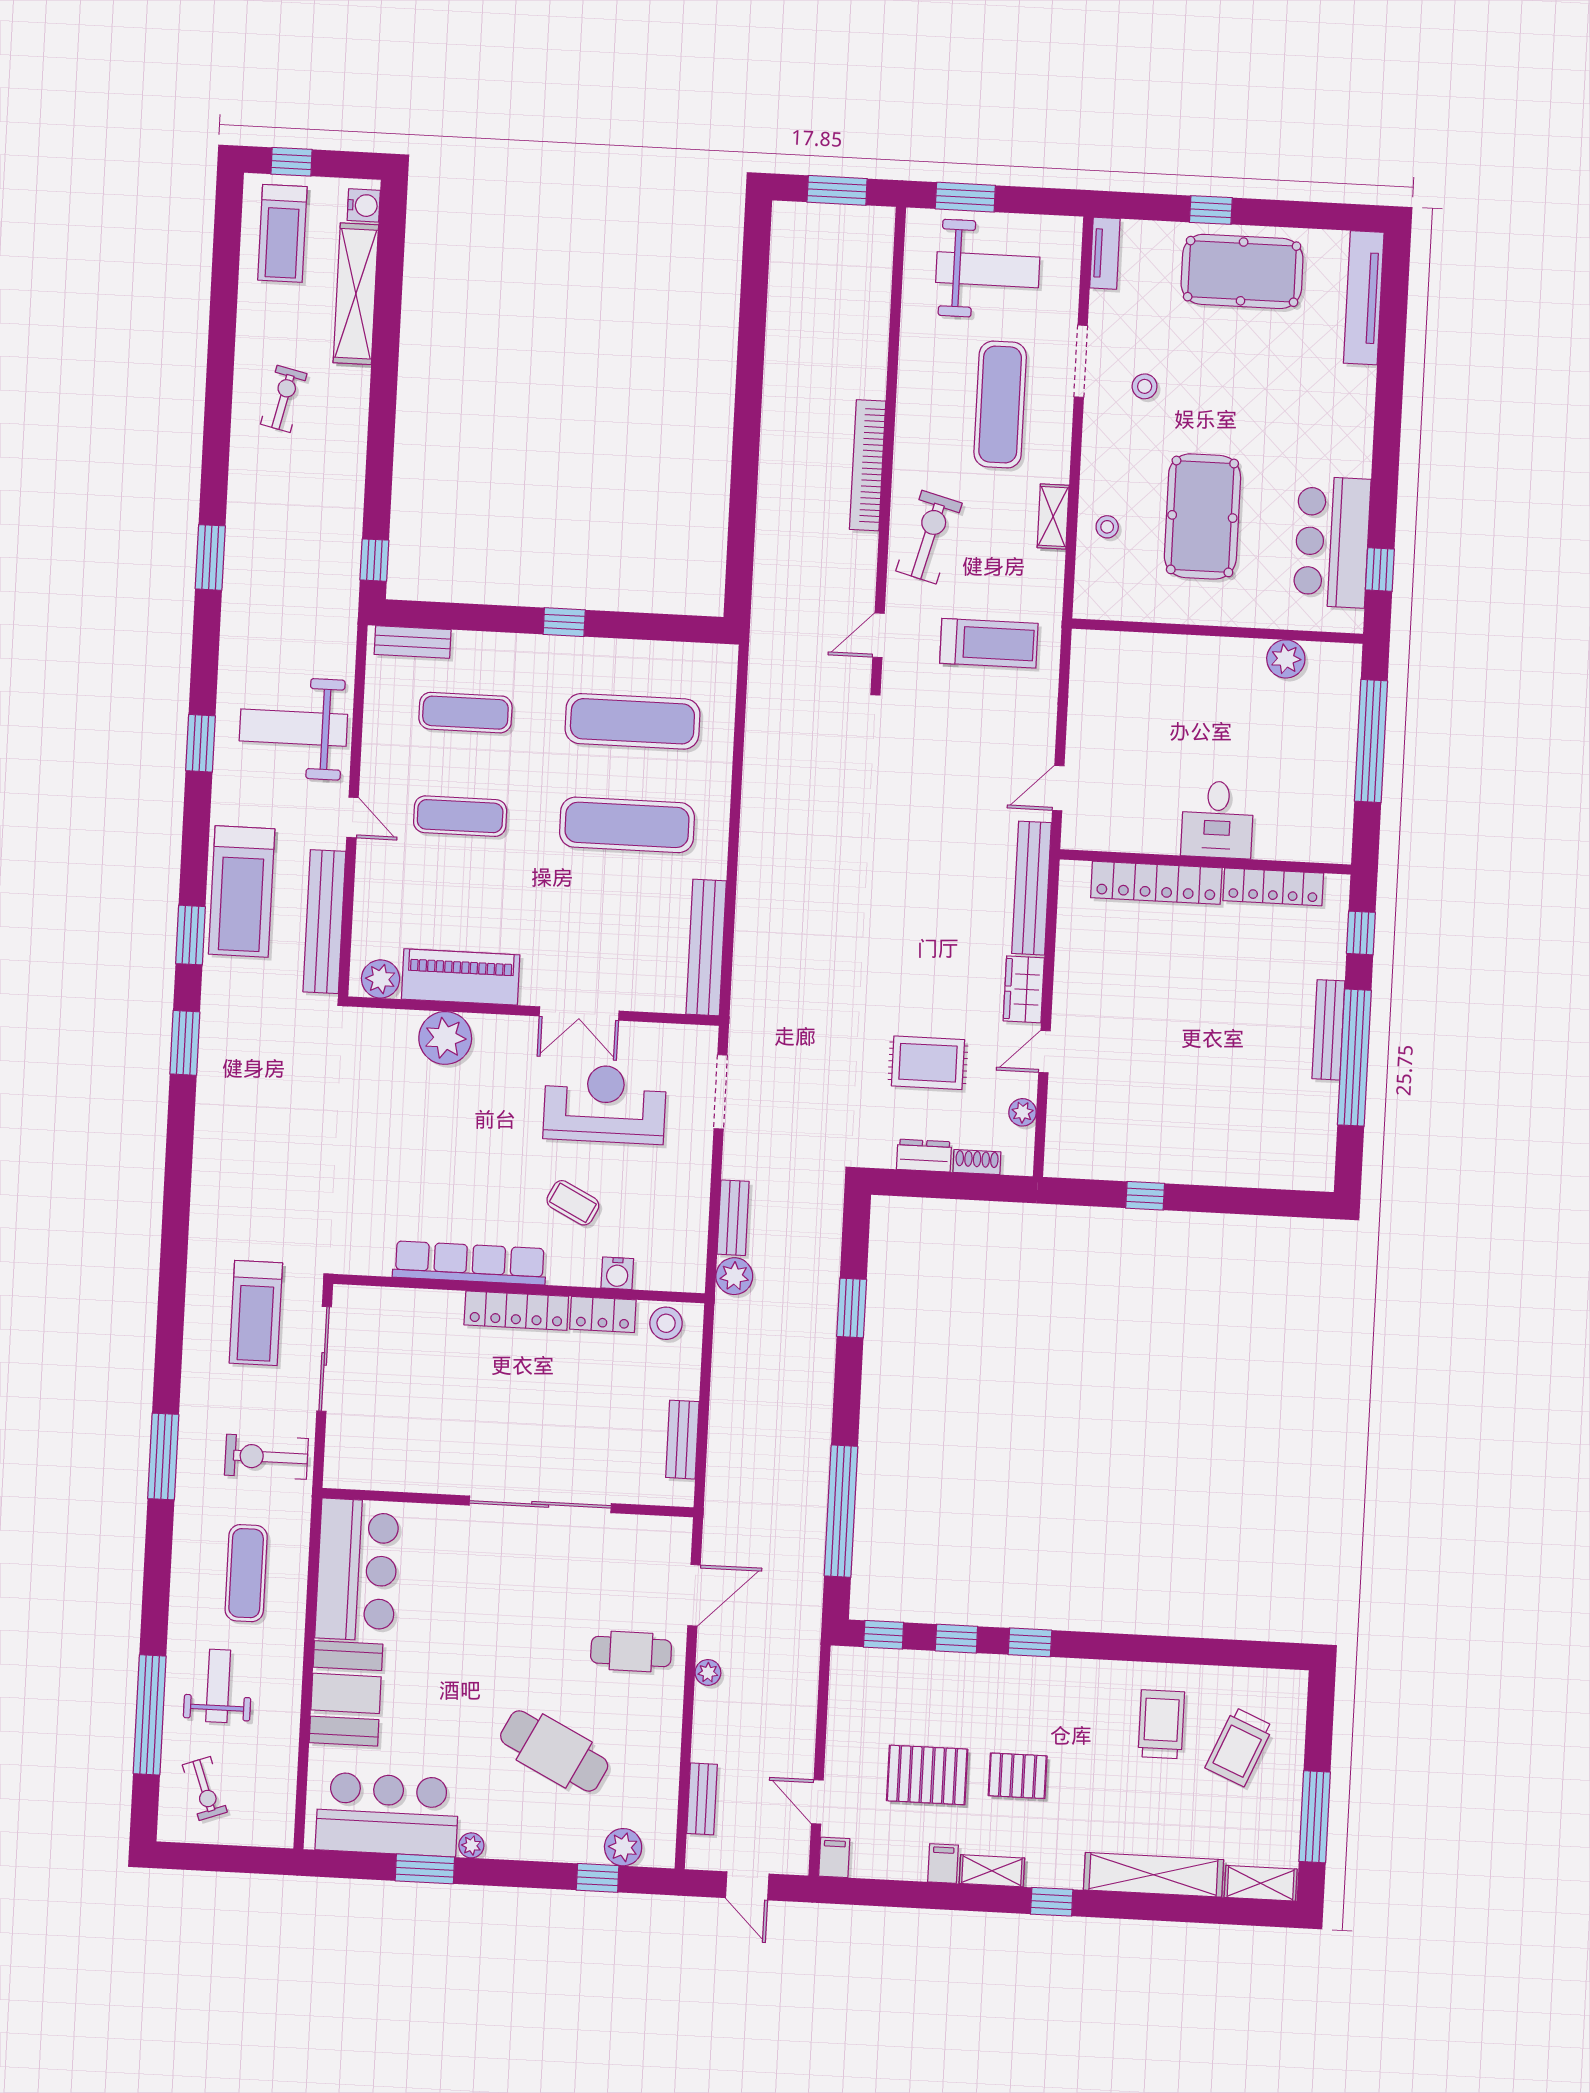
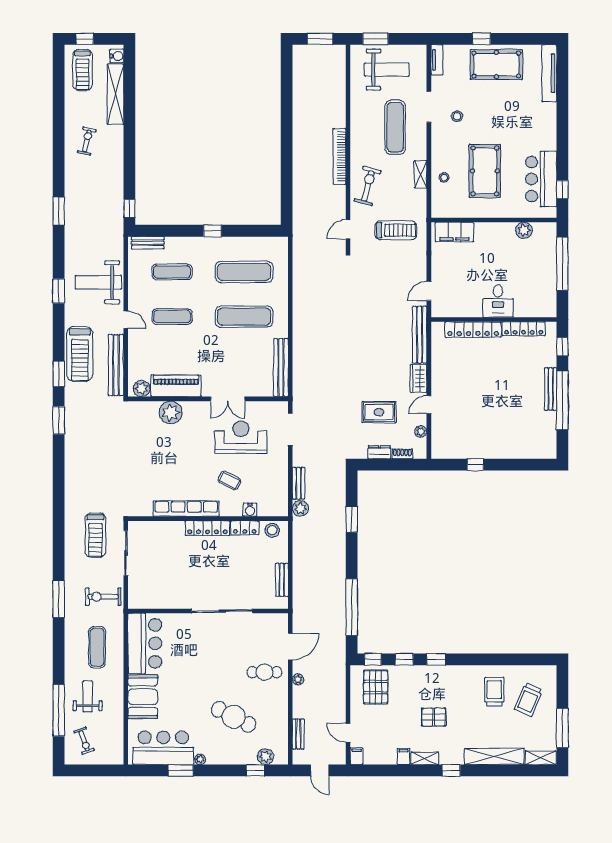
filing cabinet: (1125, 654) -> (454, 232), added
pallet: (927, 1775) -> (376, 687), moved, turned 90

